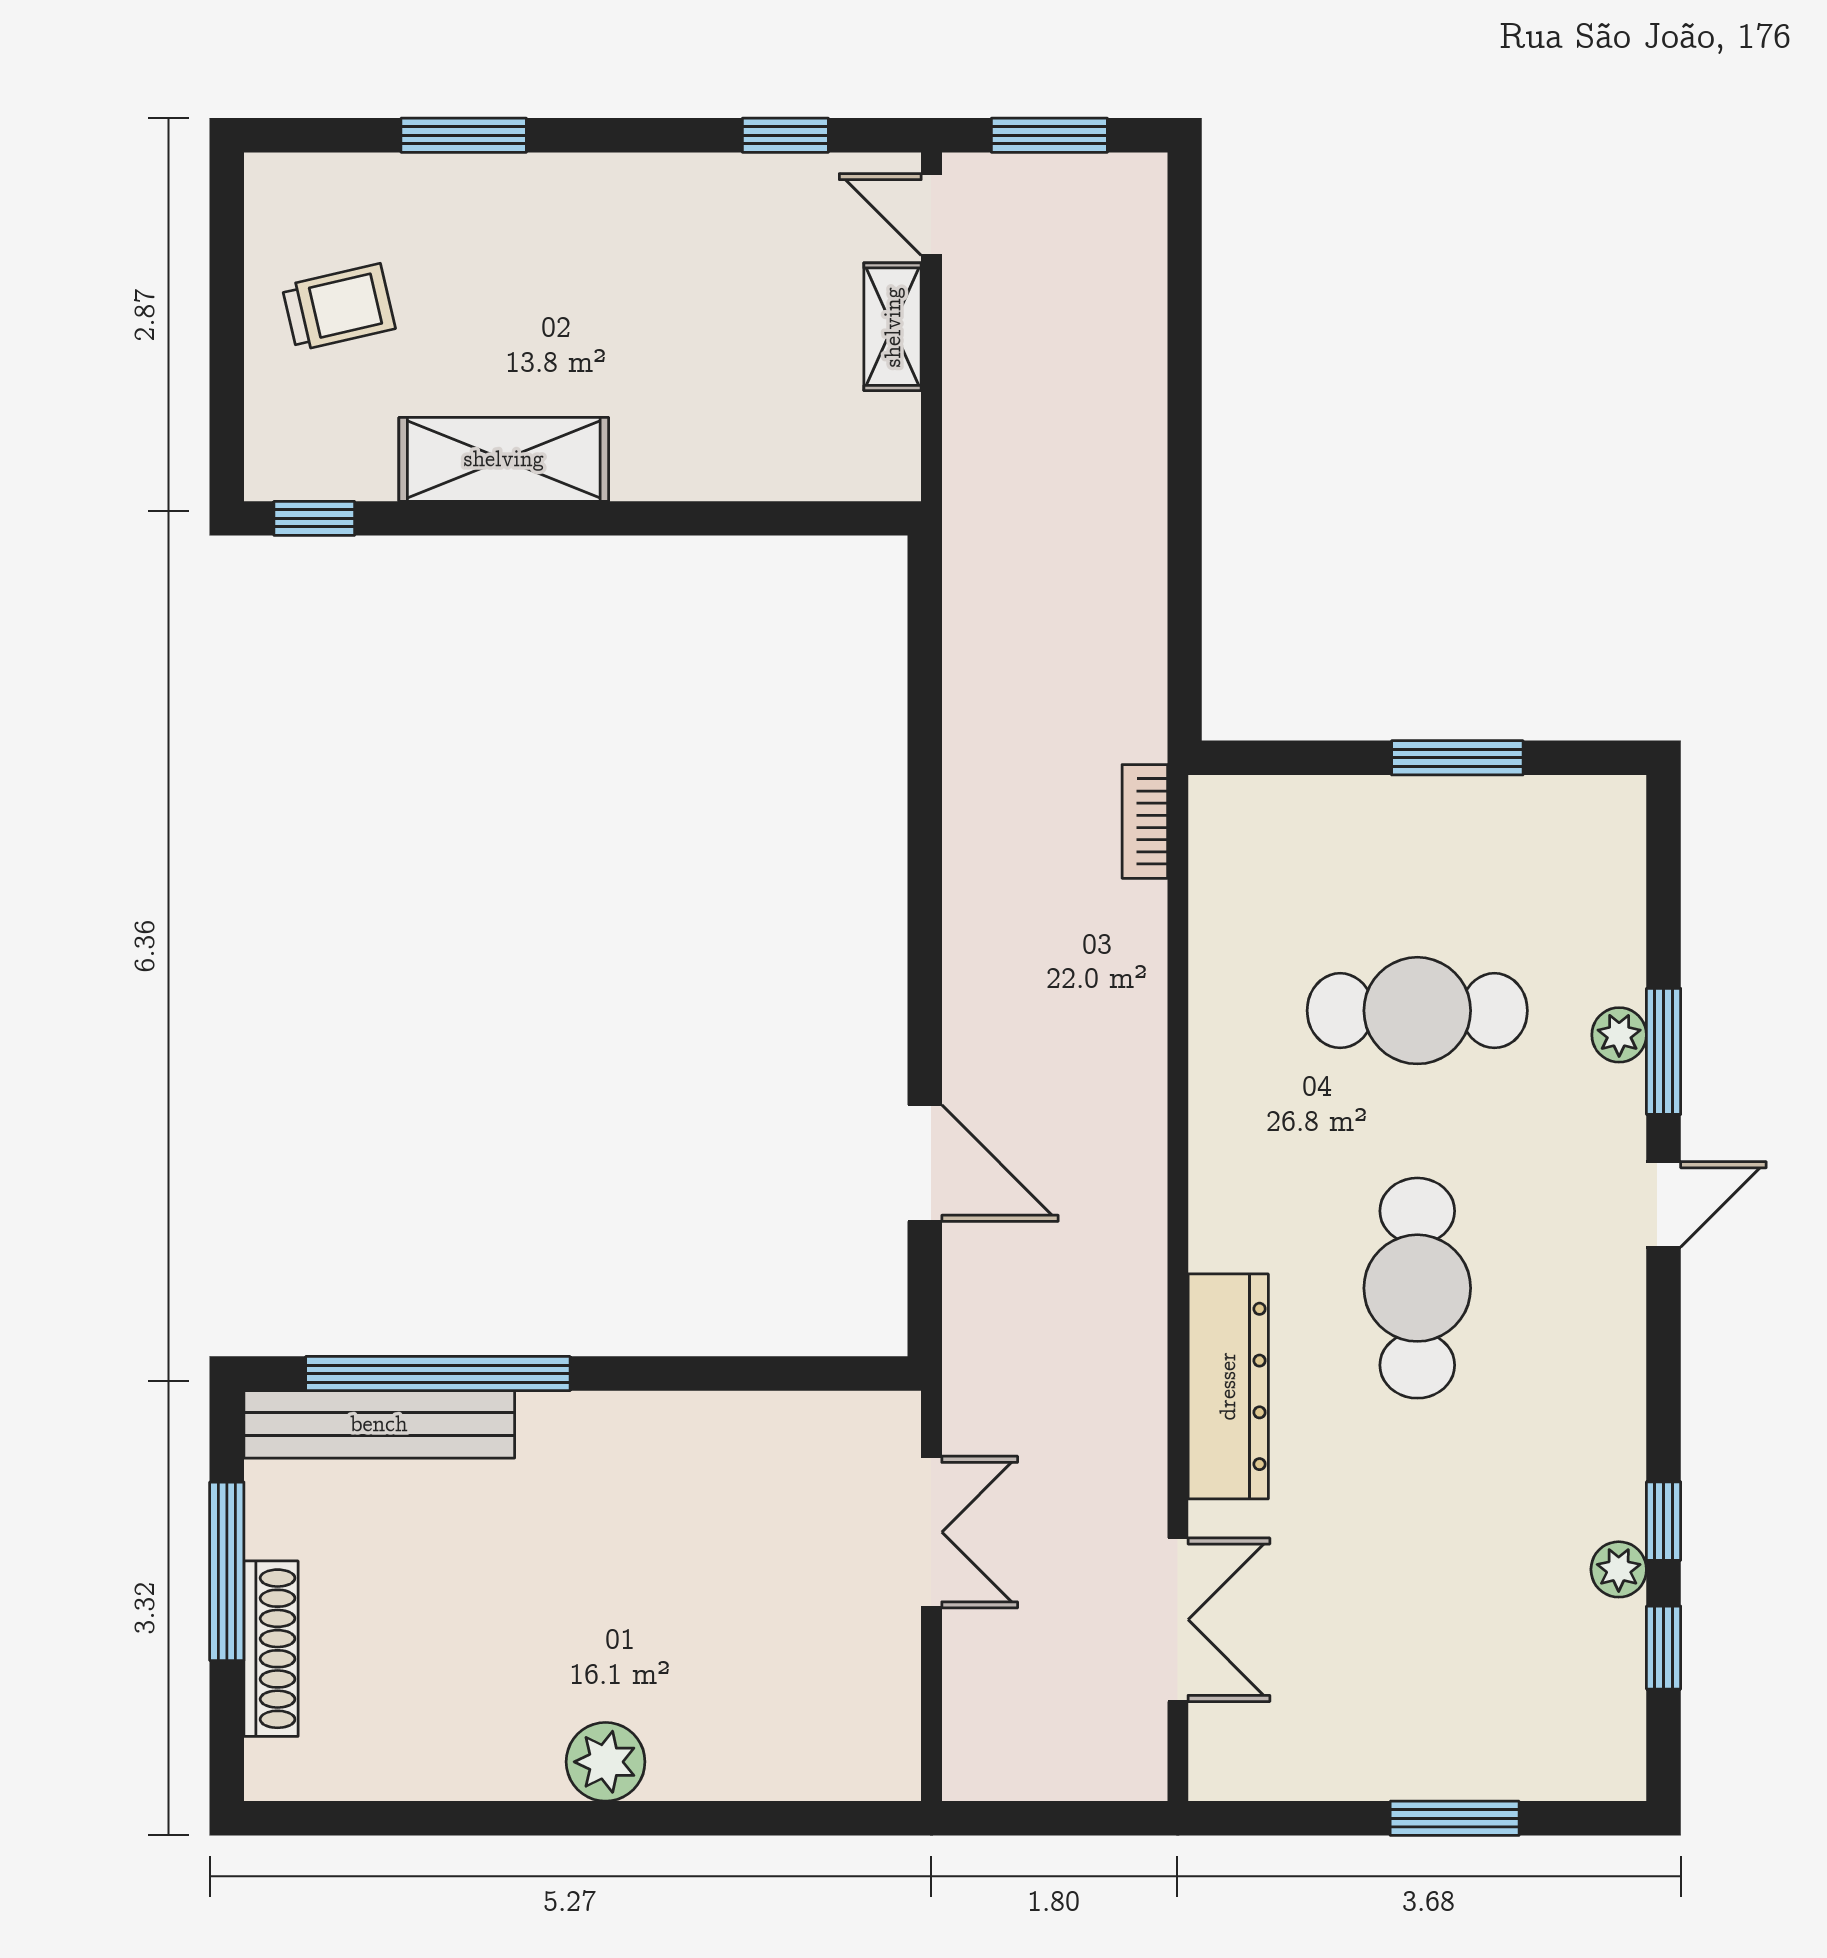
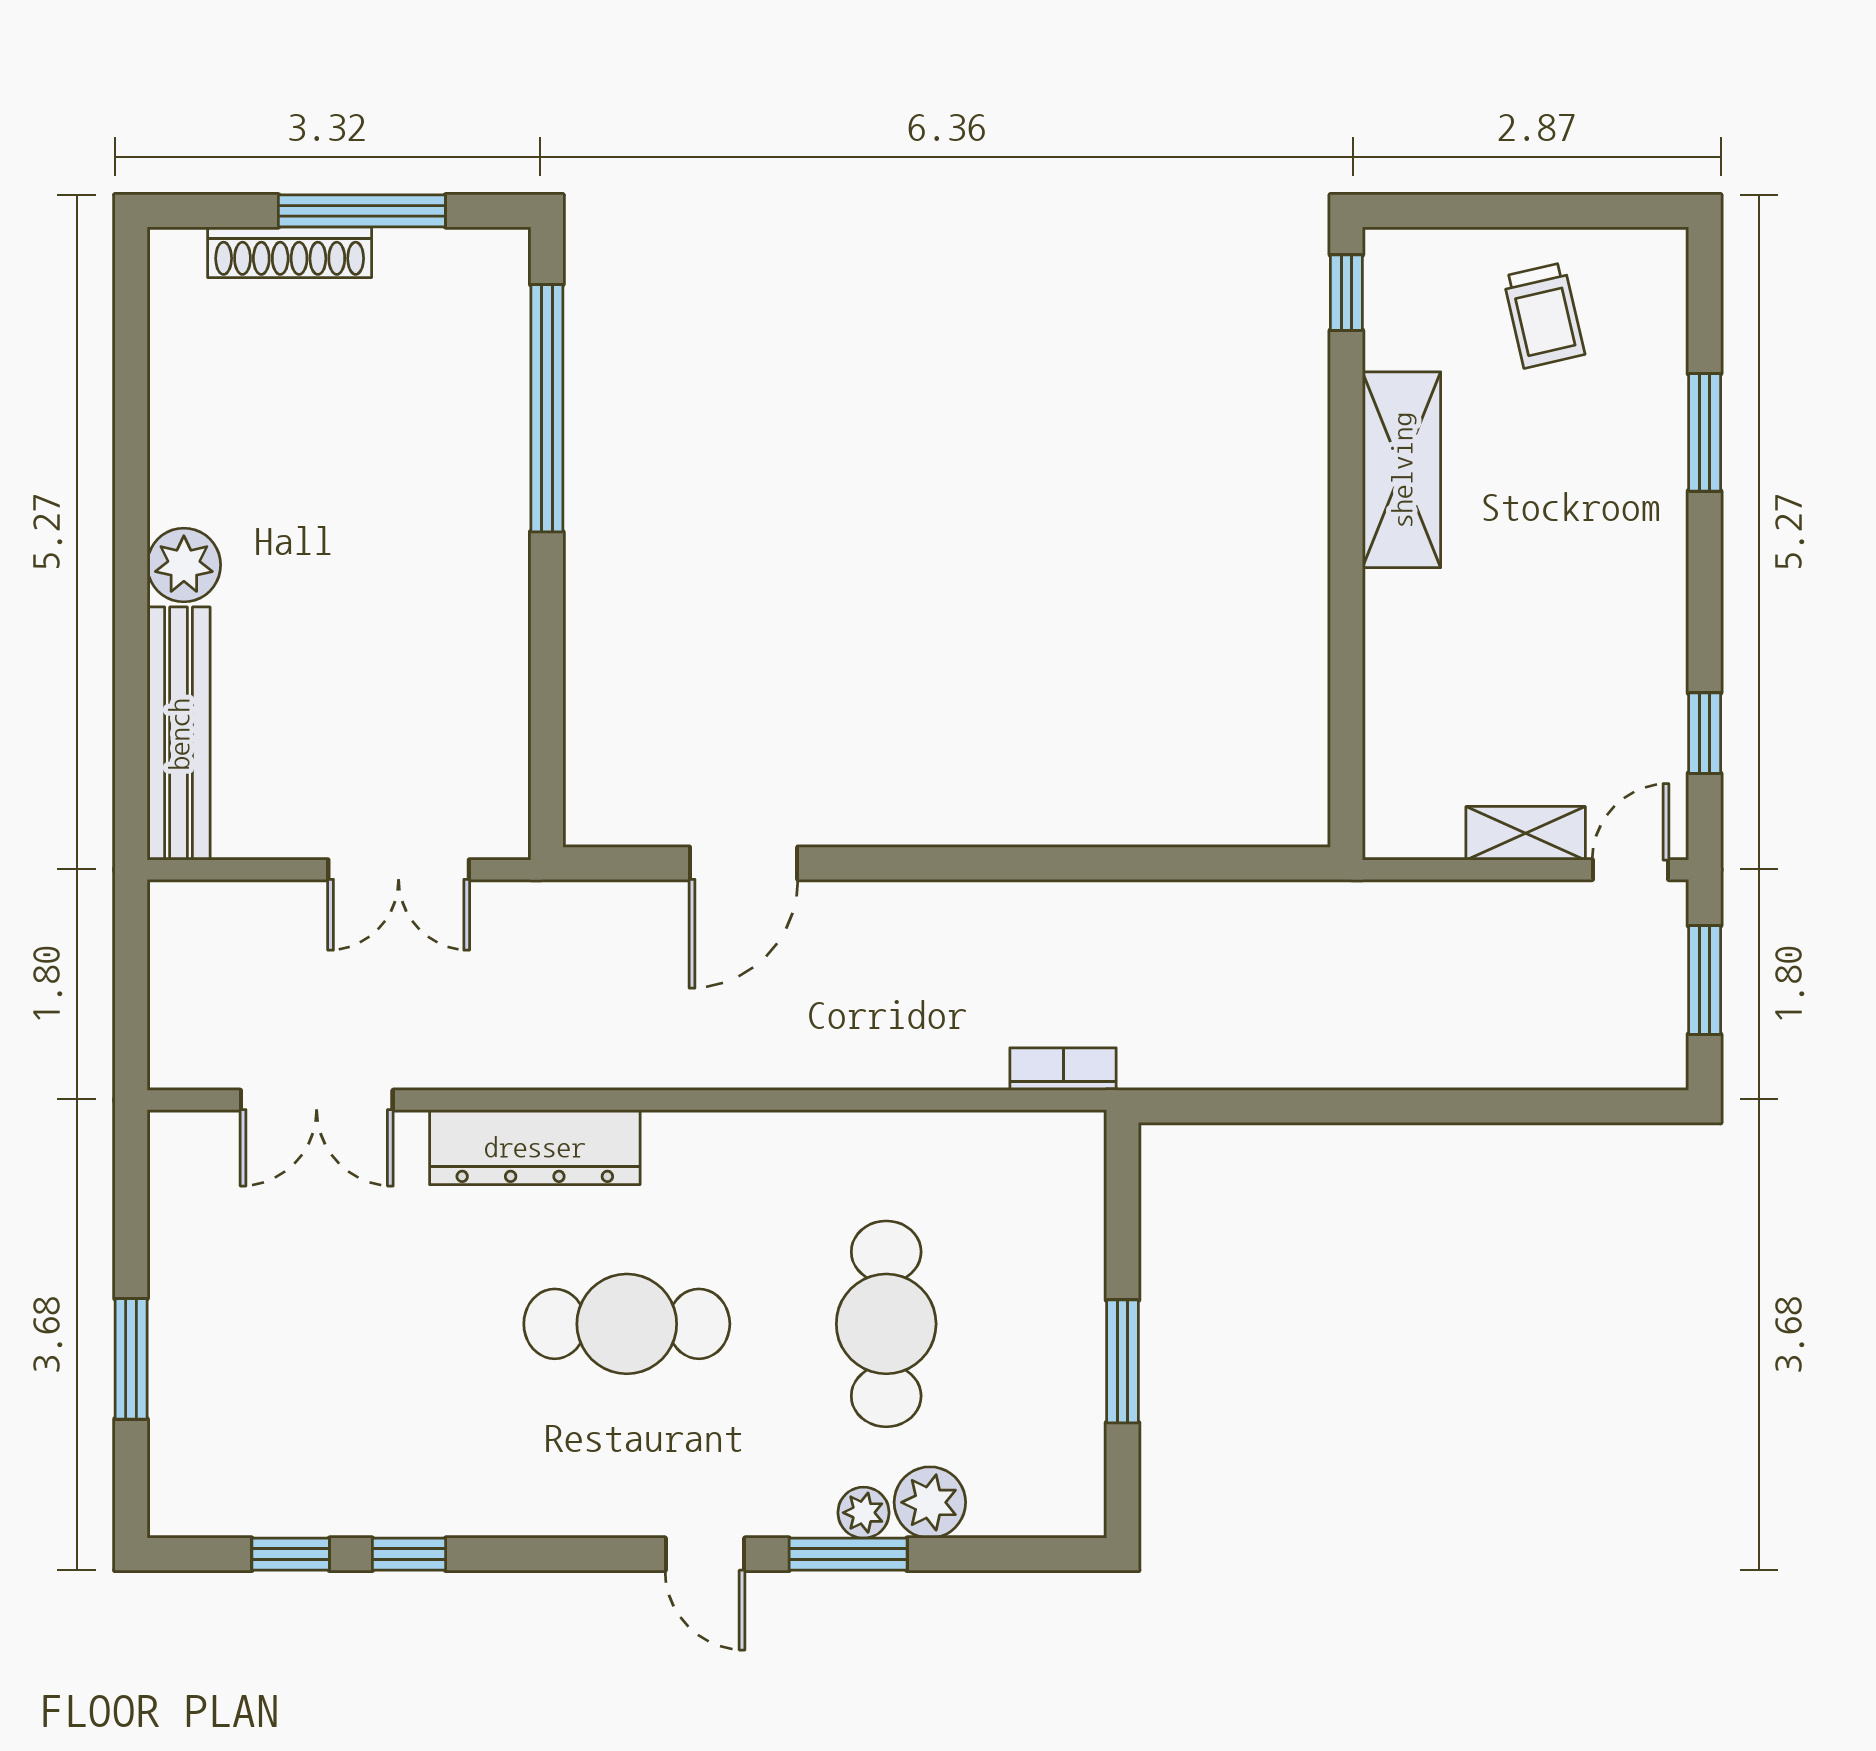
bench: (379, 1424) -> (179, 734), moved
plant: (1619, 1569) -> (930, 1502), moved, width x1.38, depth x1.38

